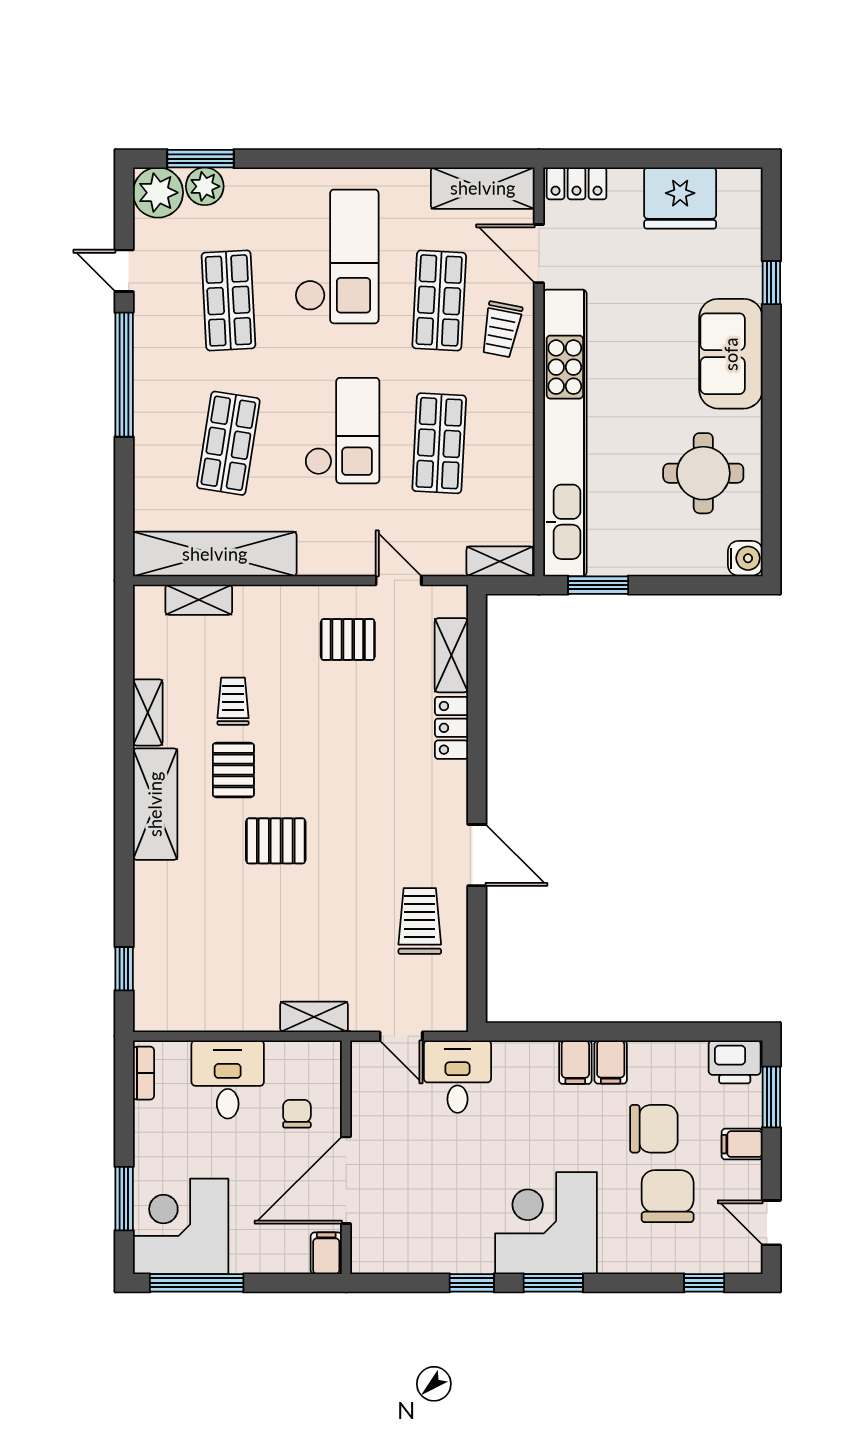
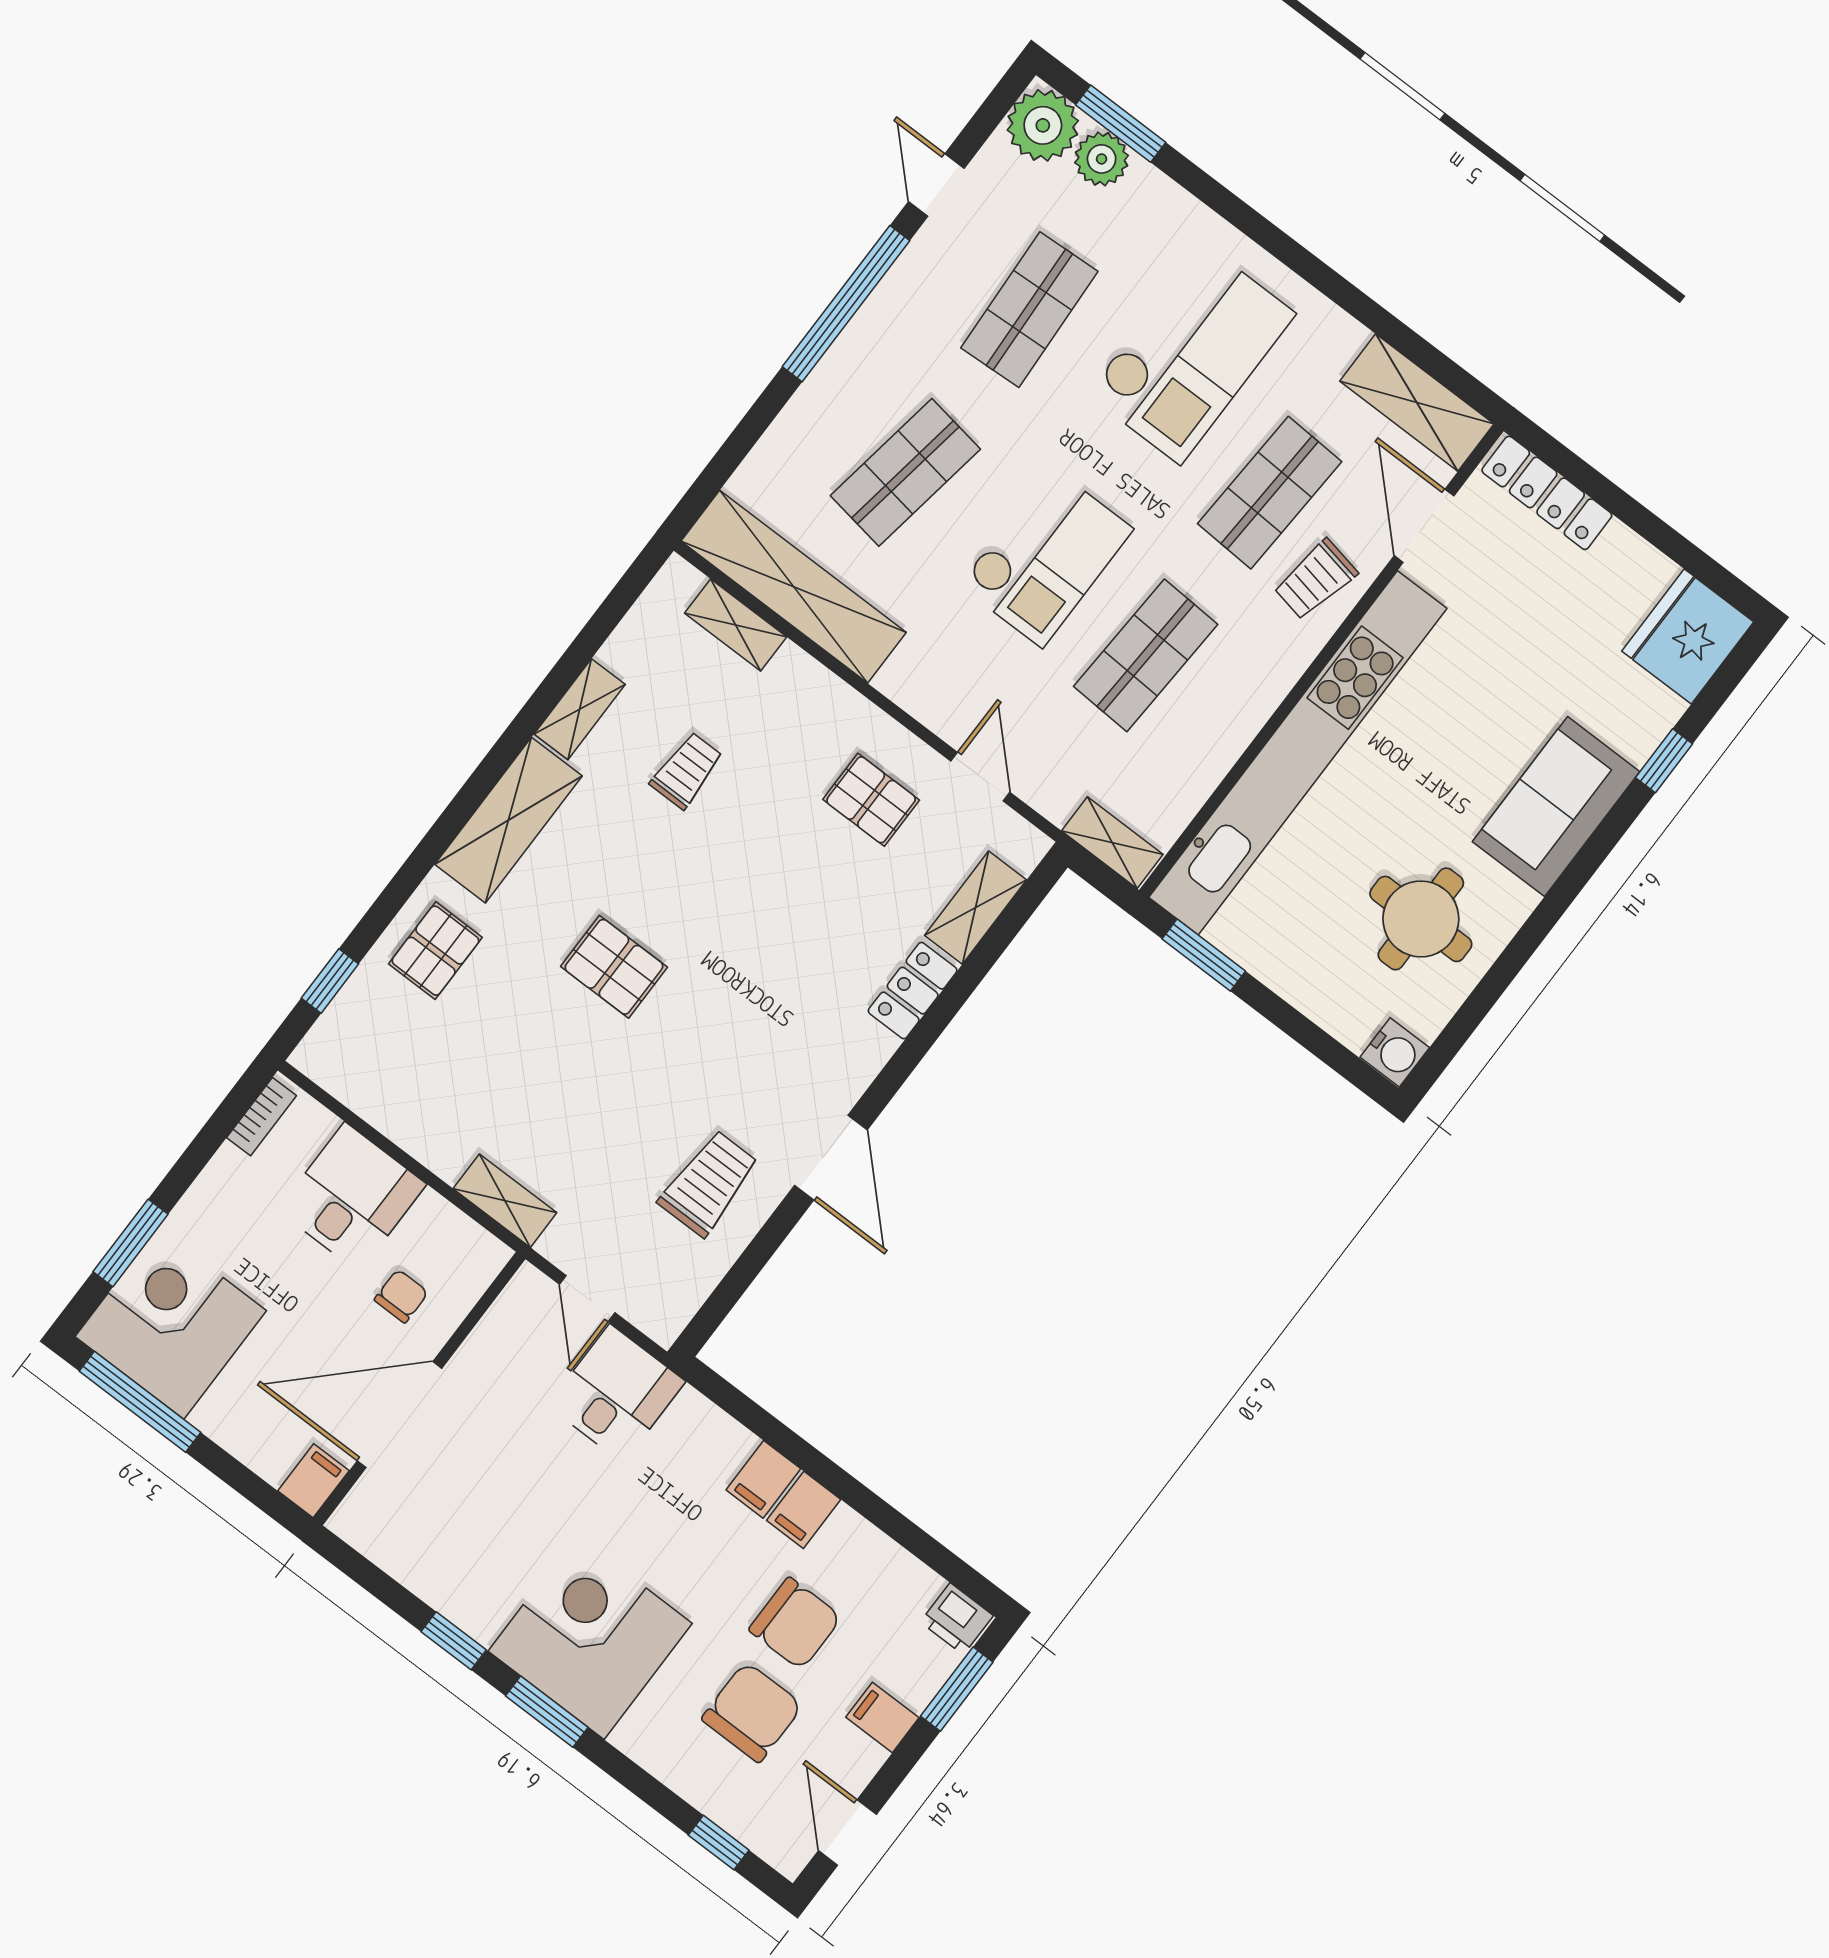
locker: (577, 183) -> (1547, 493), width x1.53
fridge: (680, 198) -> (1688, 636), moved, turned 90
pallet: (233, 770) -> (435, 951), moved
printer: (735, 1062) -> (957, 1619), width x0.73, depth x0.81

